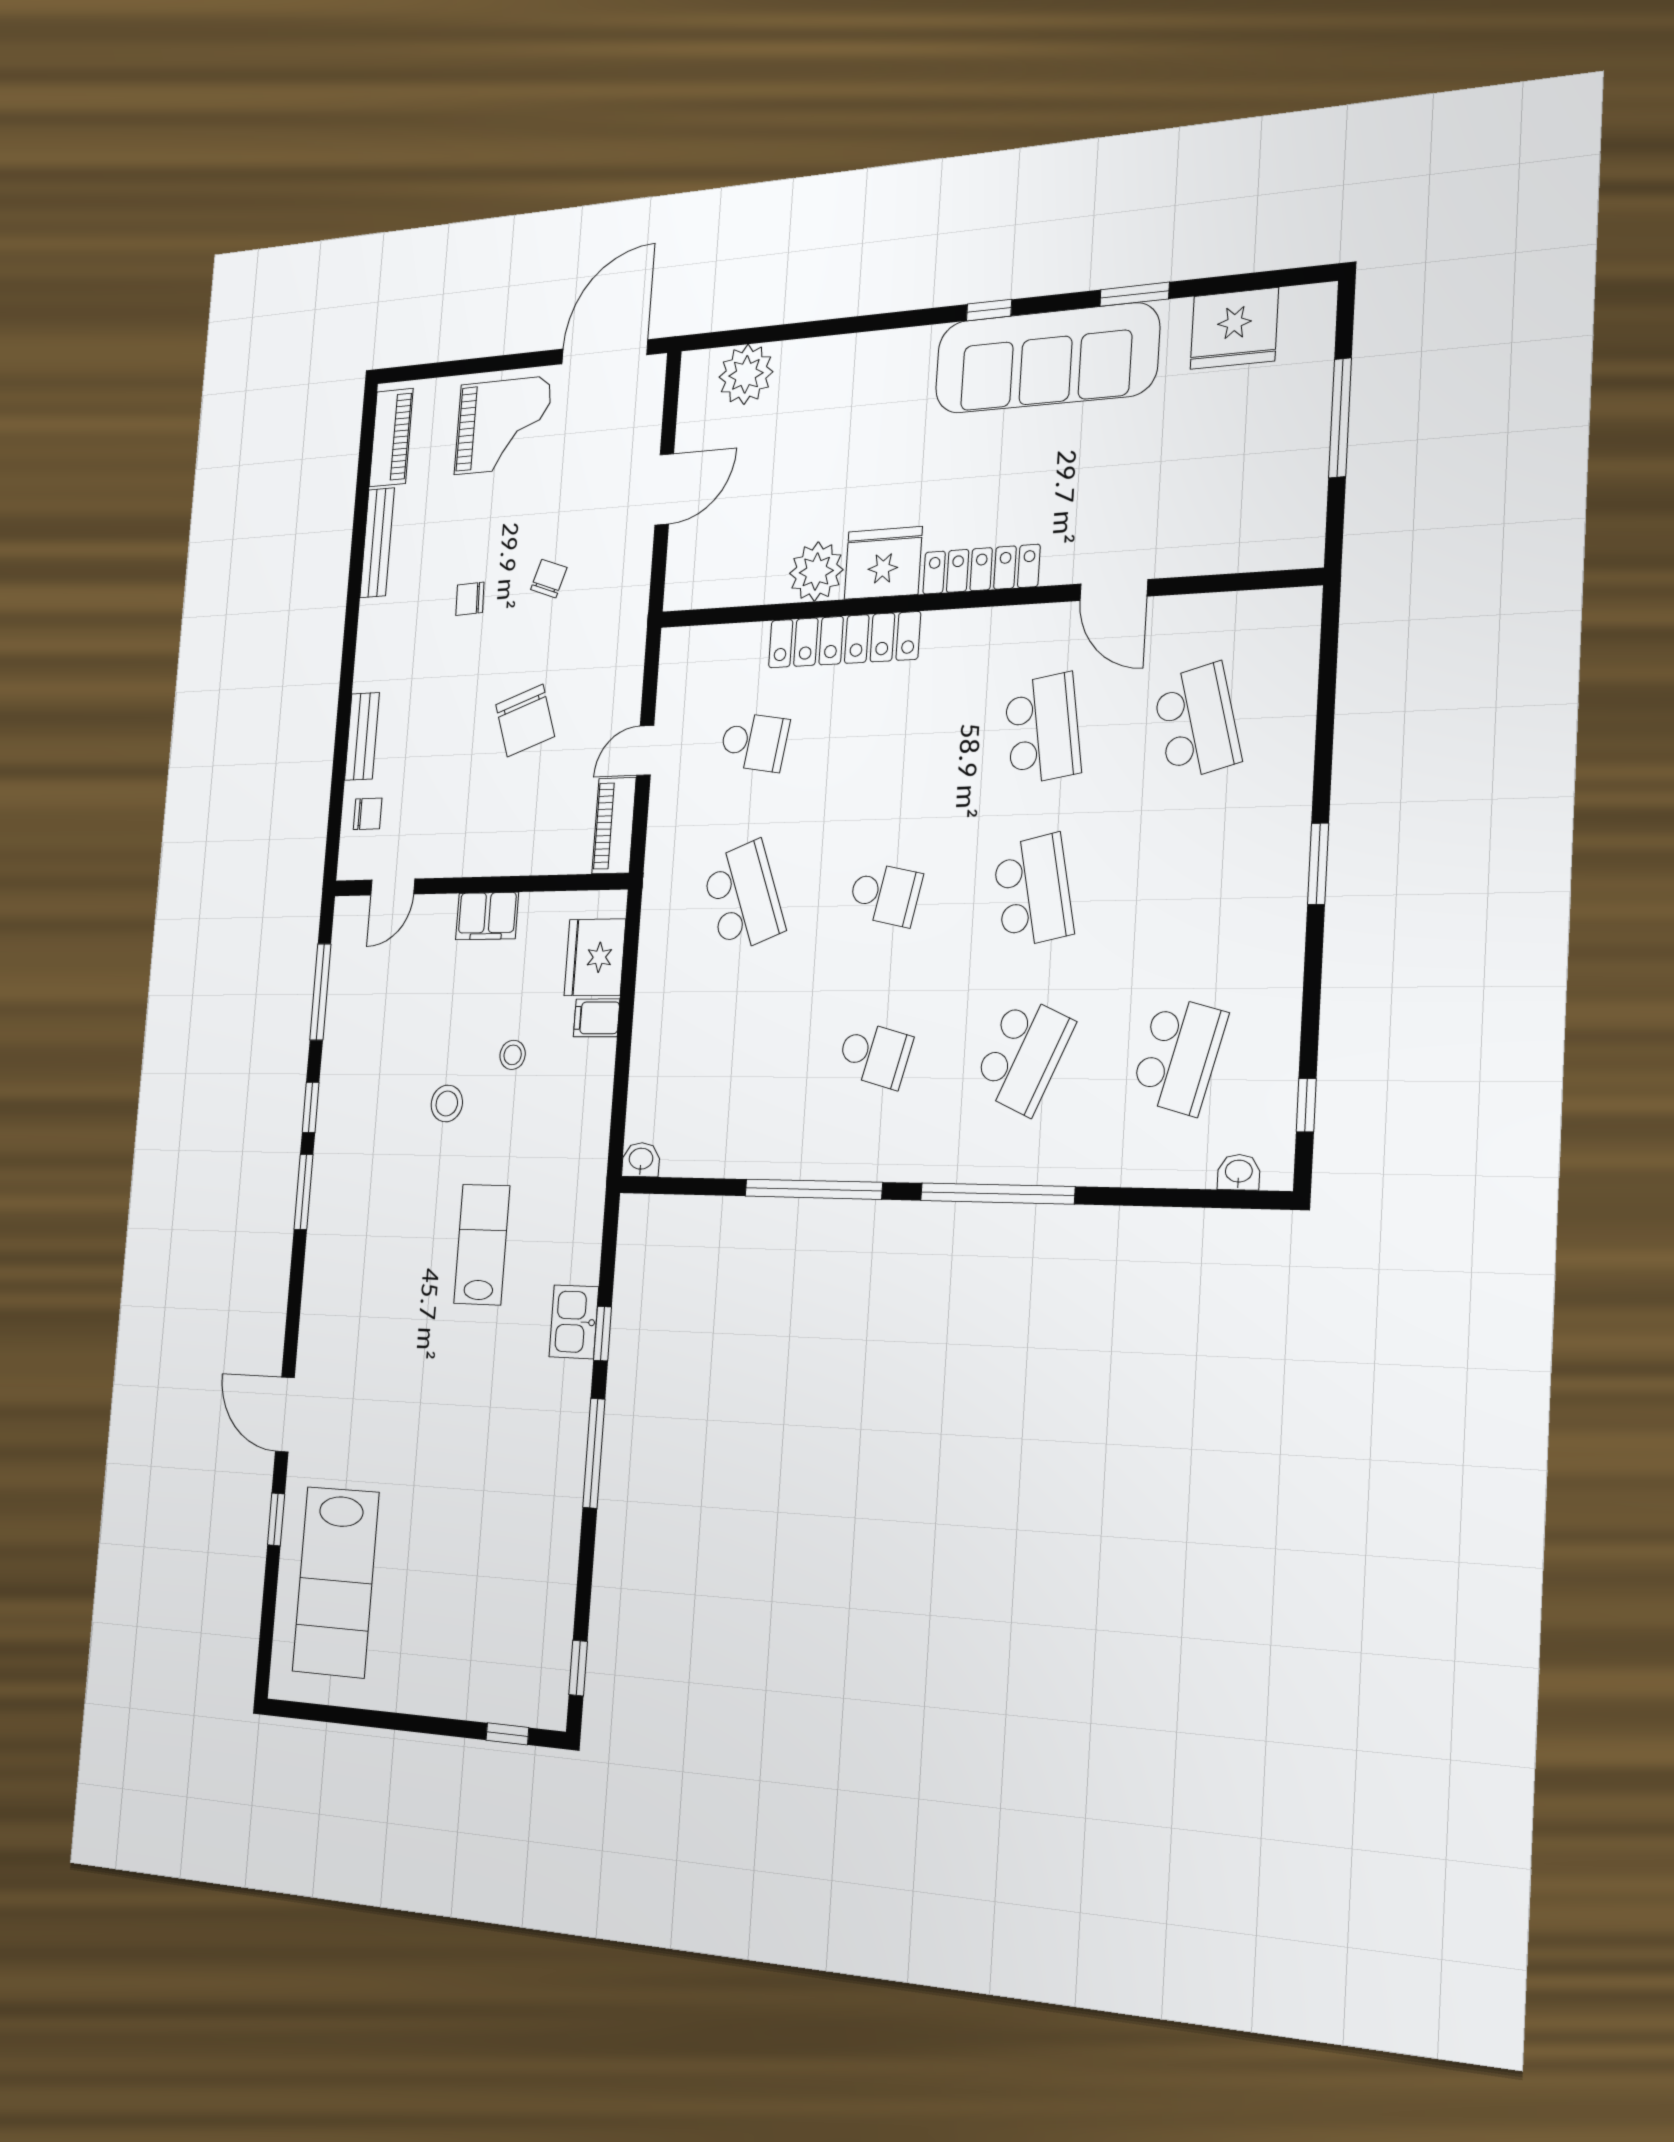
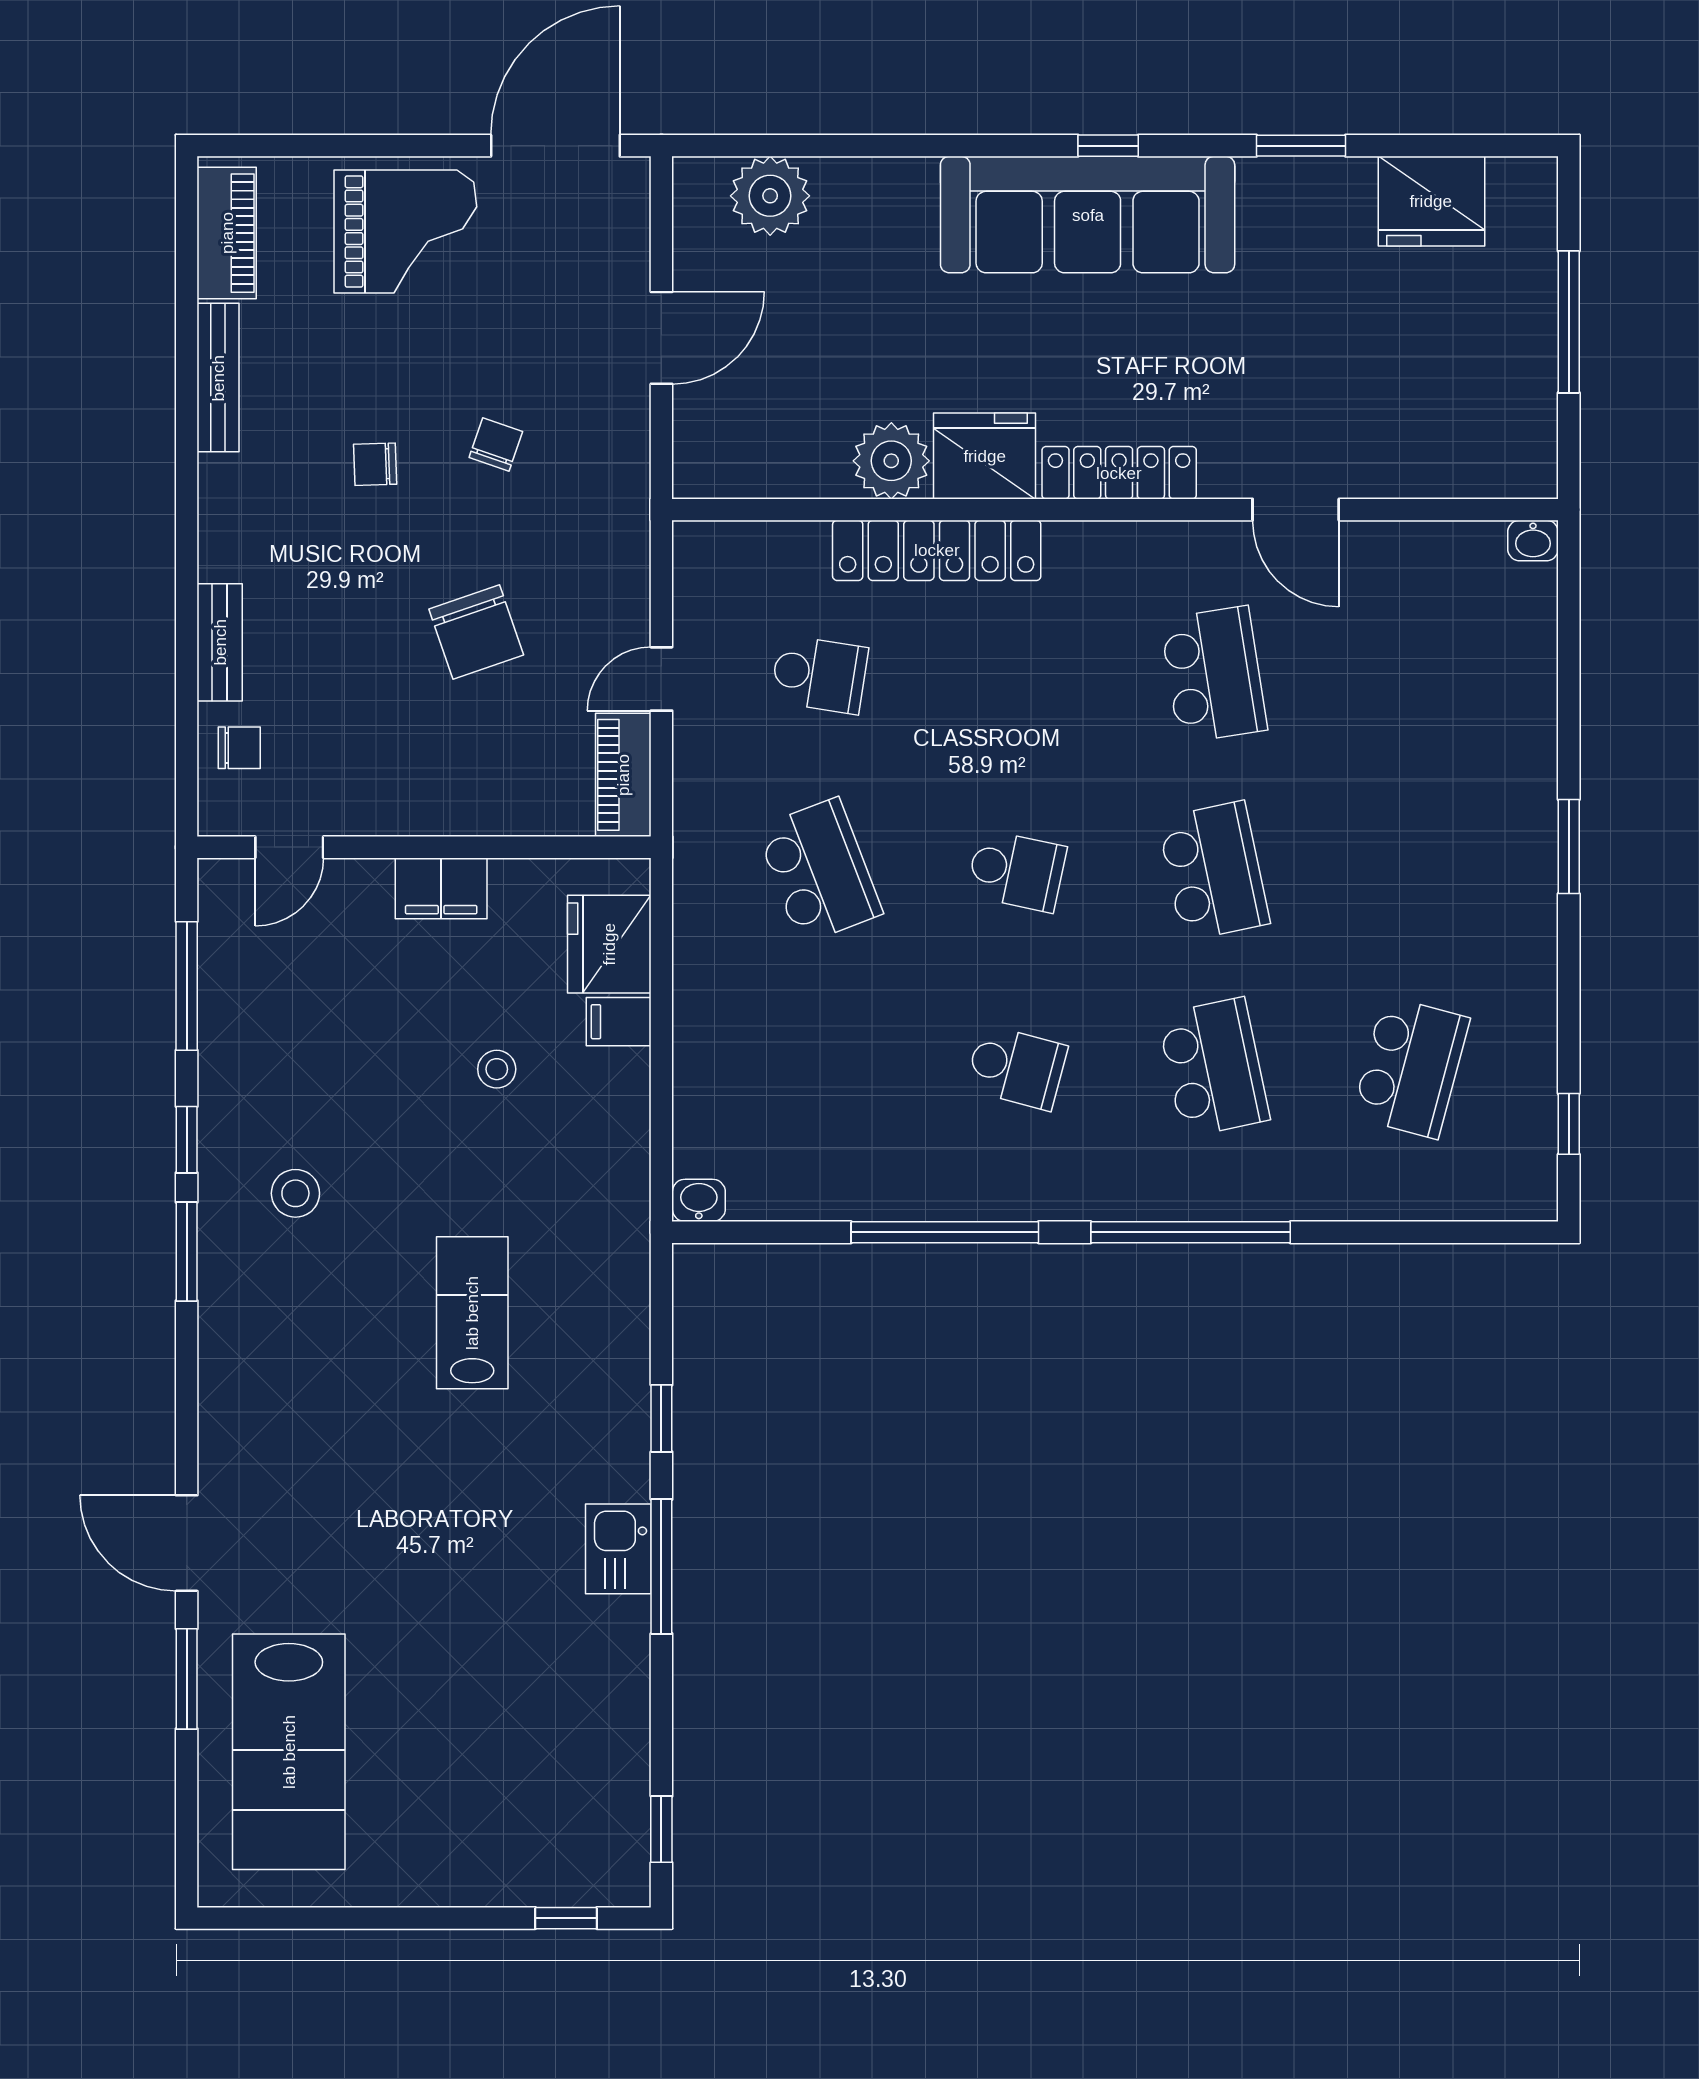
sofa: (1046, 358) -> (1088, 215), moved
school desk: (1197, 722) -> (1411, 674), removed
school desk: (1023, 1055) -> (1214, 1067), turned -36
stool: (447, 1103) -> (295, 1193), moved
washbasin: (1239, 1172) -> (1533, 541), moved, turned 180
kitchen sink: (574, 1322) -> (618, 1549), moved
window: (276, 1519) -> (187, 1679), width x1.50

